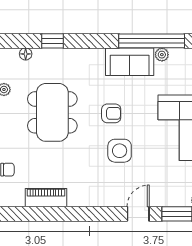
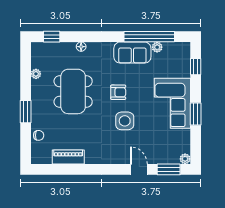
window: (53, 41) -> (52, 37), moved
floor lamp: (26, 54) -> (81, 47), moved
door: (138, 214) -> (139, 169), hinge flipped

